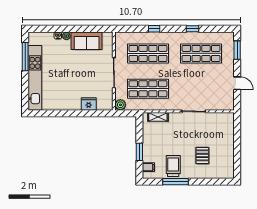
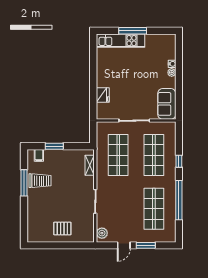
window: (193, 29) -> (179, 200), width x3.17
sofa: (87, 41) -> (167, 104), moved
window: (237, 50) -> (146, 245), moved
window: (25, 57) -> (133, 31), moved
kitchen unit: (35, 78) -> (120, 41), width x0.73
plant: (120, 105) -> (102, 233), moved
pallet: (202, 155) -> (62, 229), moved

